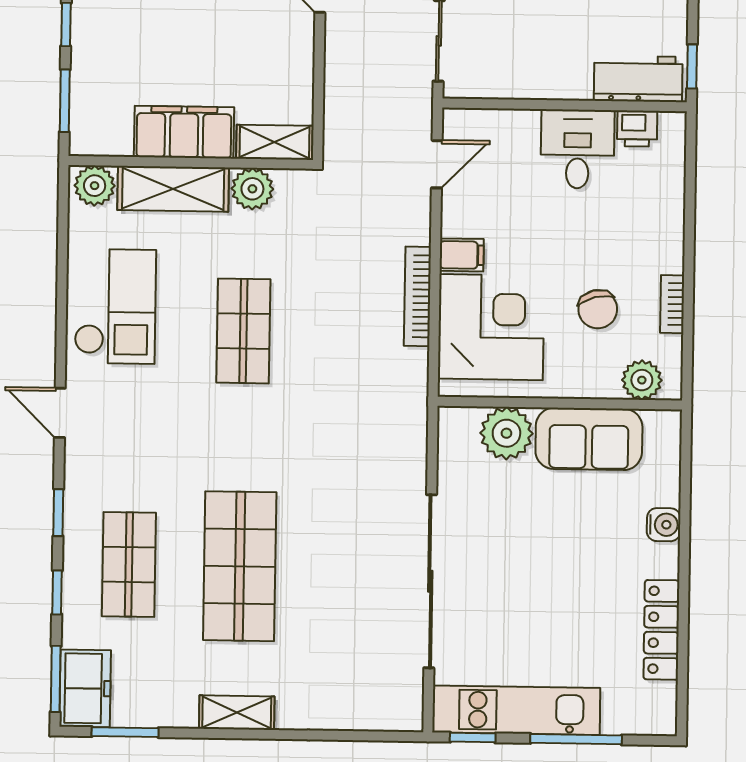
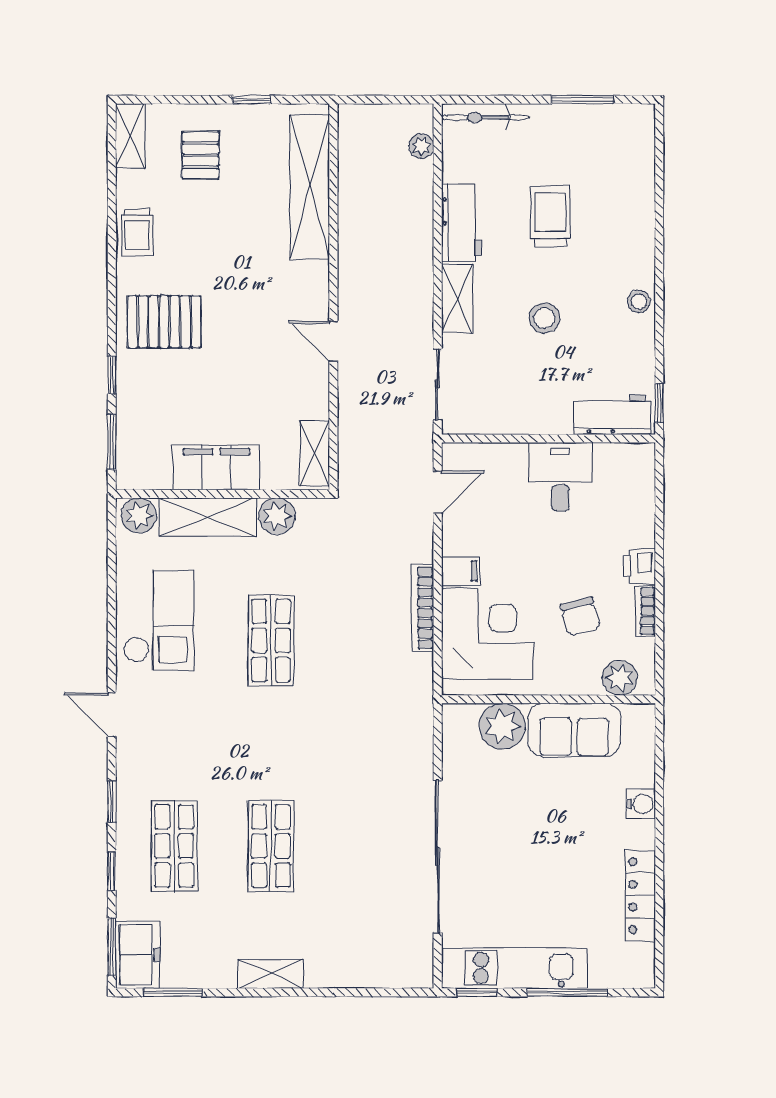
printer: (637, 129) -> (640, 566), moved, turned 90
shelving: (274, 142) -> (315, 454), moved, turned 90
shop shelf: (240, 566) -> (271, 846), width x0.70, depth x0.74

